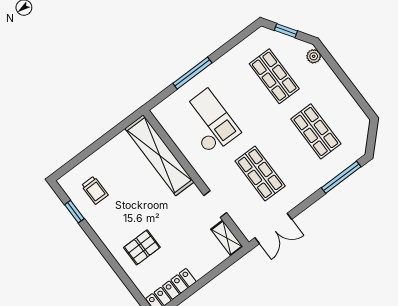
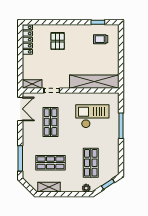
shop shelf: (274, 76) -> (91, 163), turned 90
shelving: (351, 108) -> (49, 187), added
checkout: (209, 122) -> (92, 116), turned 180
shop shelf: (260, 173) -> (50, 122), turned 90
double door: (273, 228) -> (20, 109), swing flipped

